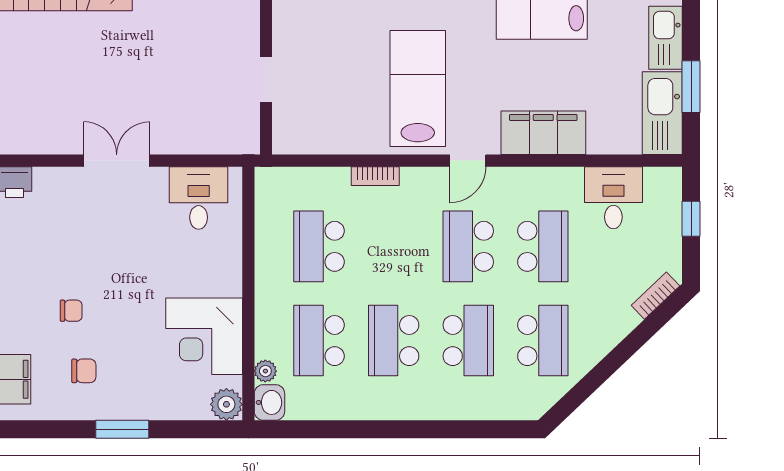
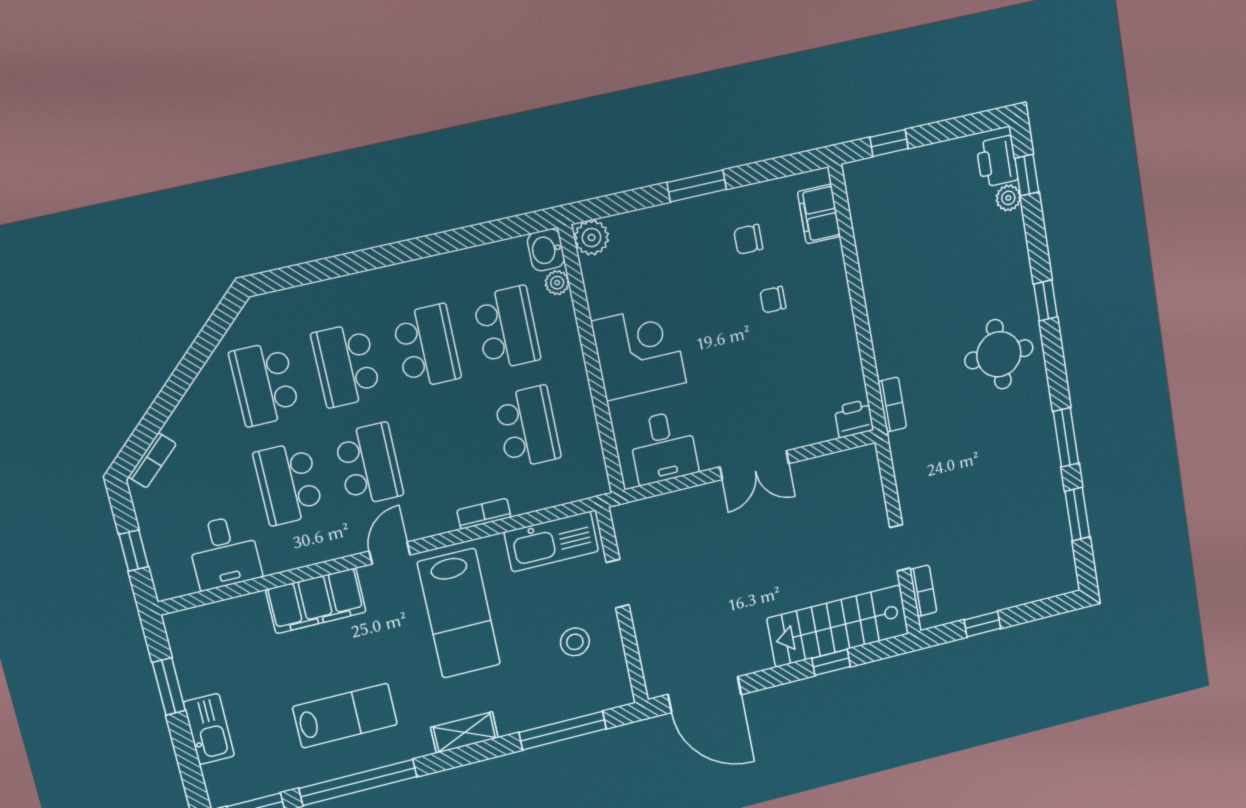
stool: (317, 34) -> (575, 642), added
kitchen sink: (662, 113) -> (551, 542), moved, turned 90
corner desk: (204, 336) -> (639, 352), moved

